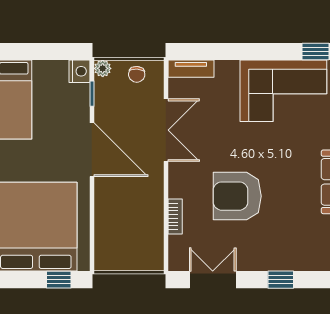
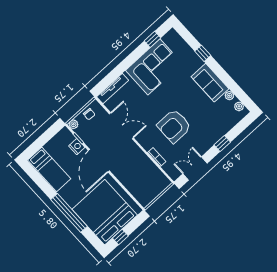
tv unit: (191, 69) -> (113, 89), width x1.41
nightstand: (80, 71) -> (77, 147), moved
door: (92, 150) -> (99, 161), swing flipped
window: (59, 280) -> (120, 237), moved

